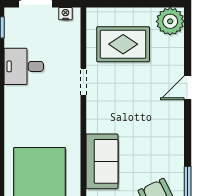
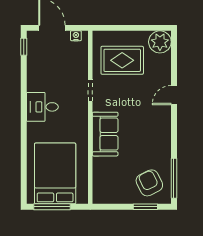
desk: (24, 66) -> (42, 107), moved
sofa: (102, 161) -> (105, 134), moved

